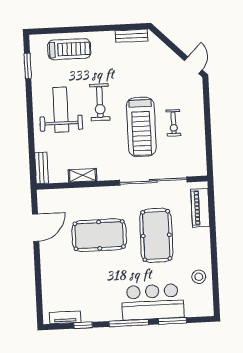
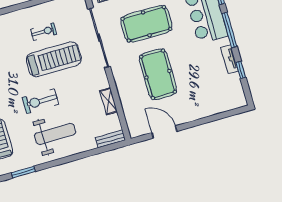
exercise bike: (100, 102) -> (40, 101), turned 180
weight bench: (61, 110) -> (55, 134), turned 180
tv unit: (65, 317) -> (229, 59), moved

